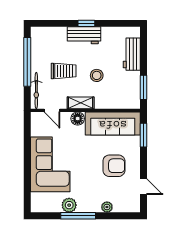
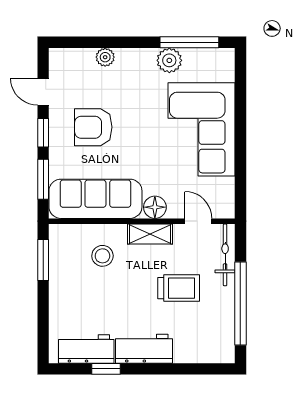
window: (86, 23) -> (106, 369), moved
workbench: (132, 54) -> (86, 349), moved, turned -90
trolley: (64, 71) -> (179, 288), turned 180
stool: (97, 75) -> (102, 256), moved
window: (144, 162) -> (43, 133), added
window: (78, 216) -> (189, 42), moved

